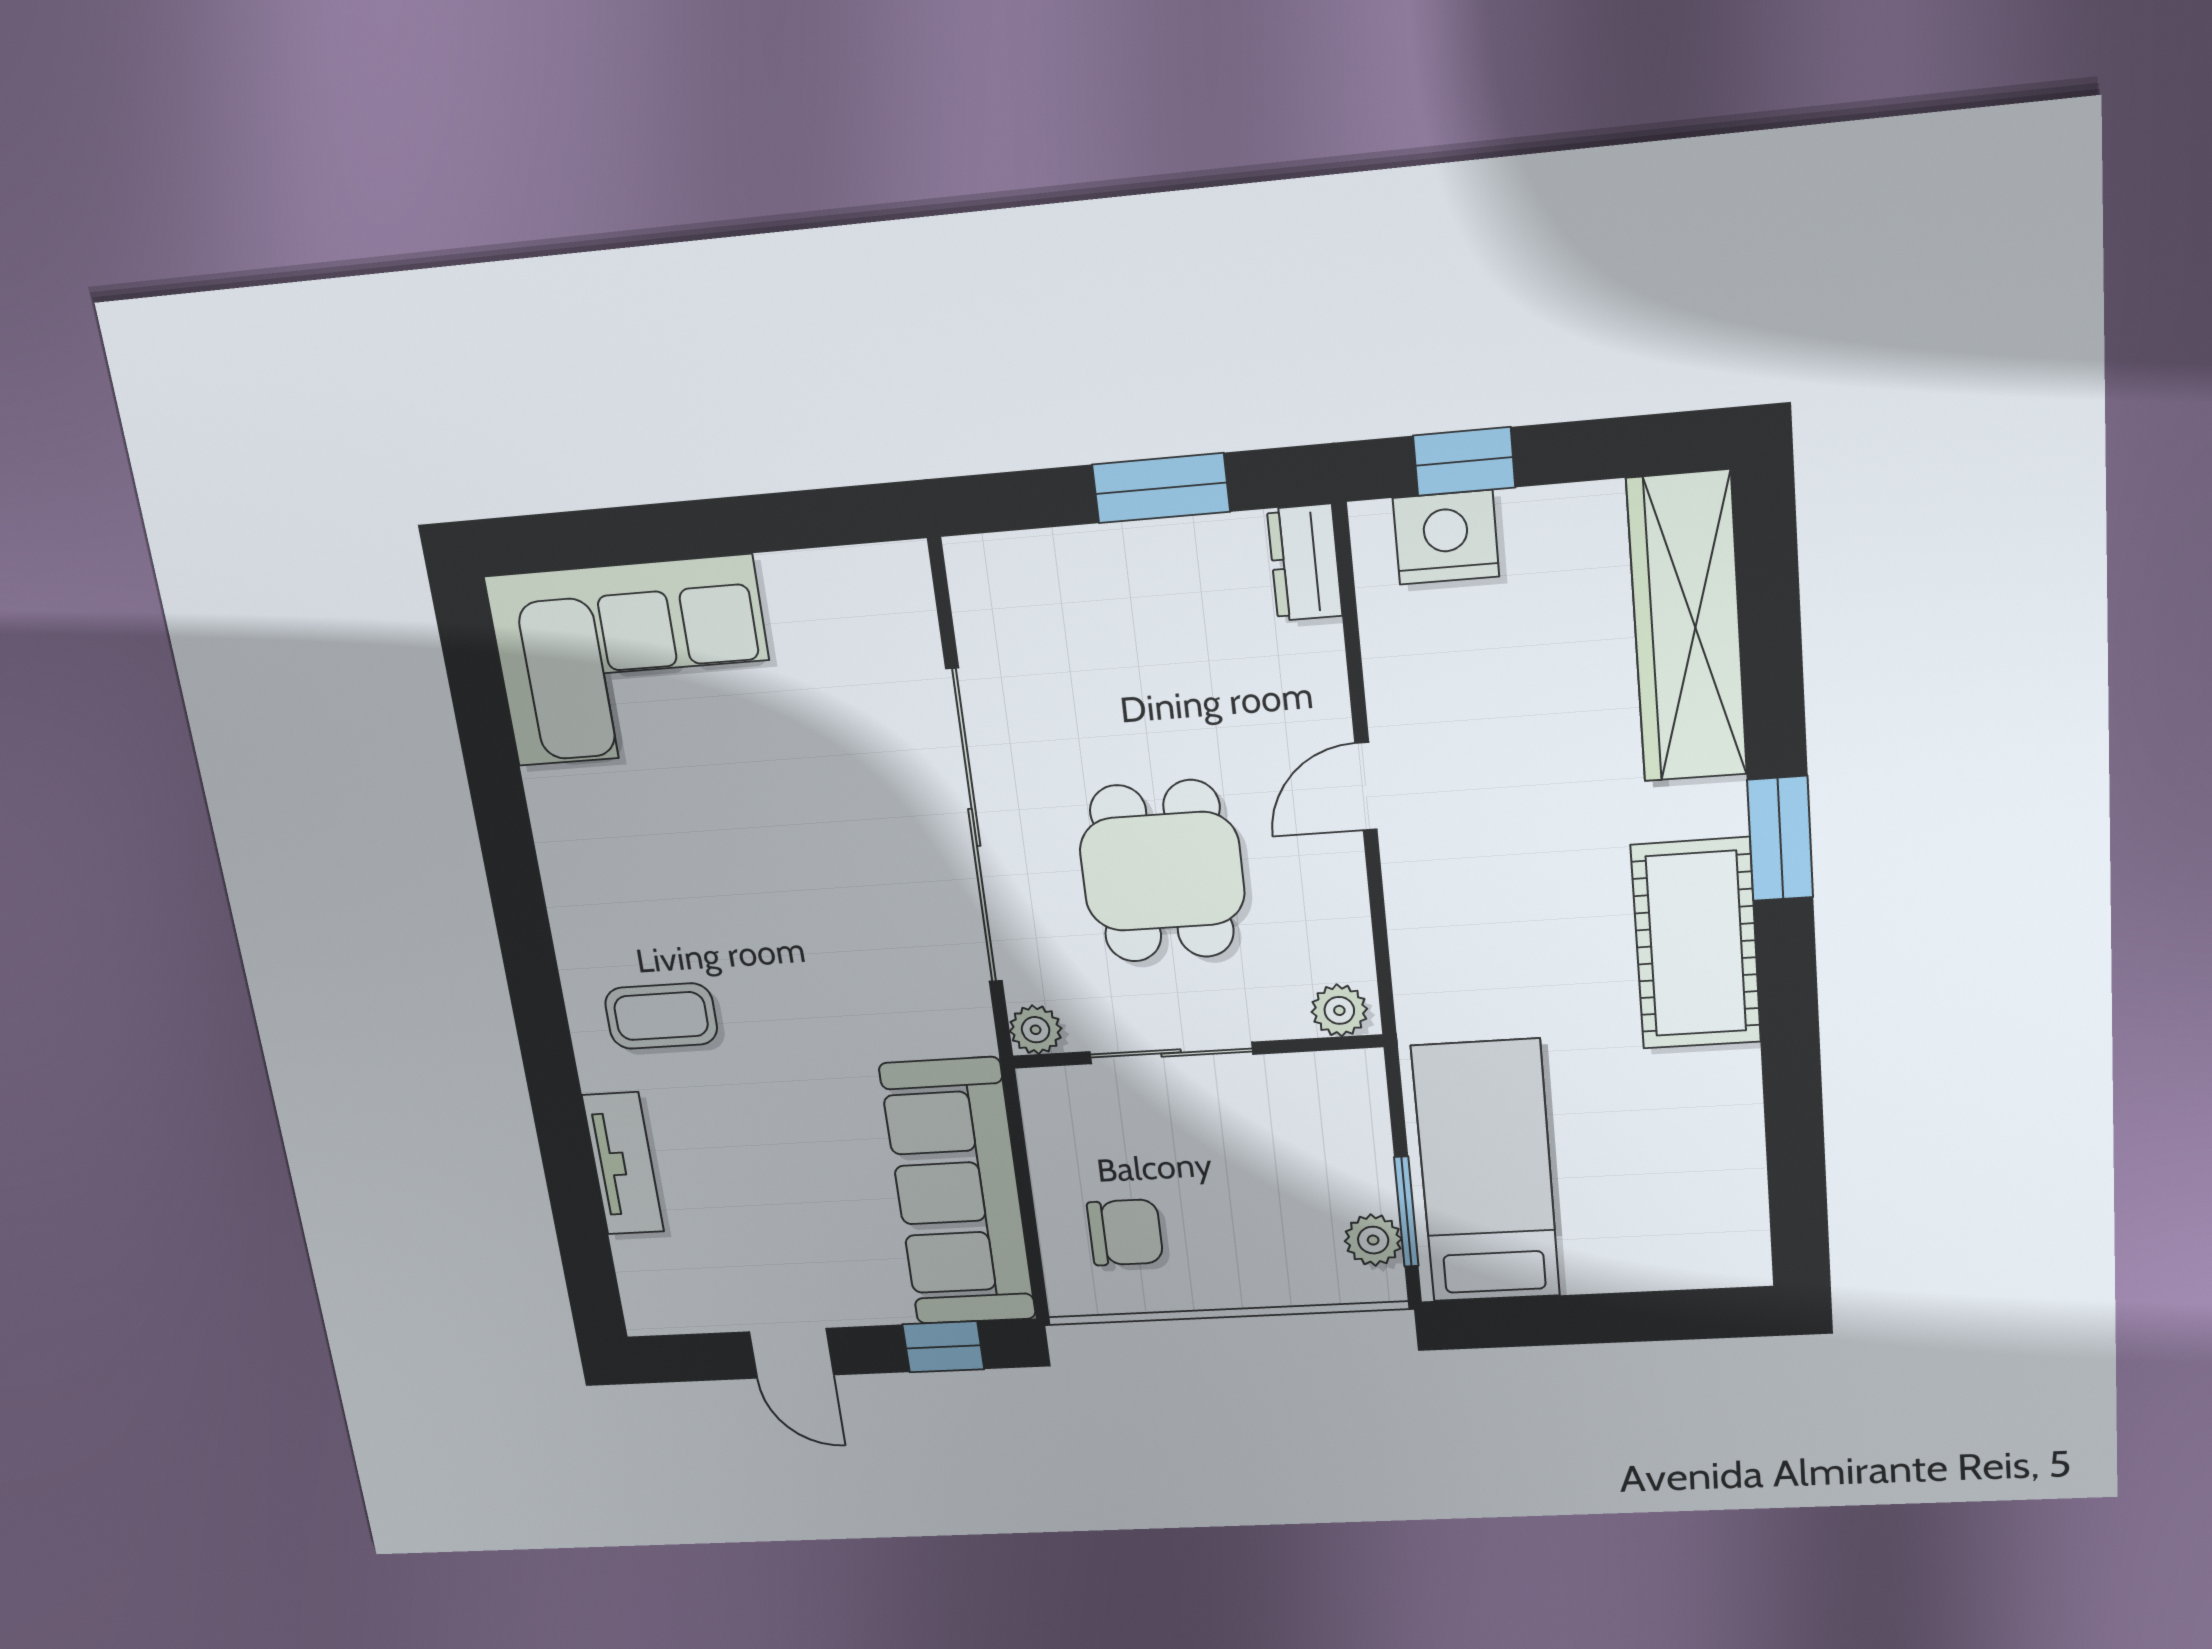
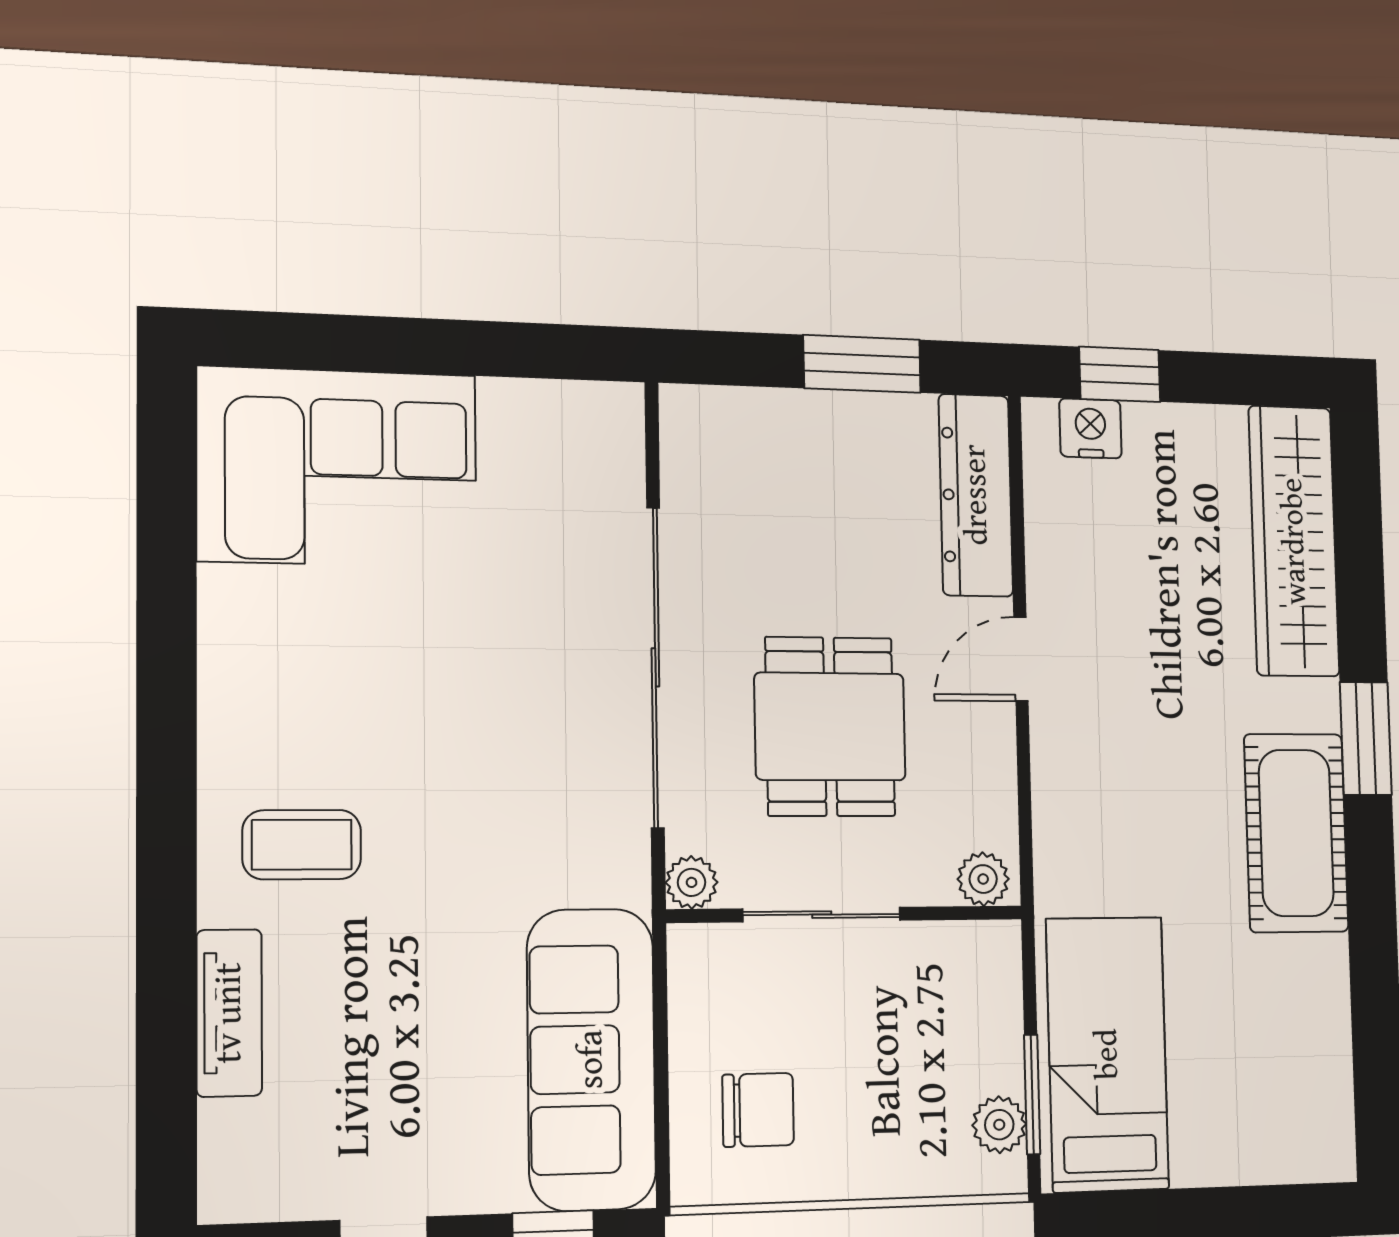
nightstand: (1446, 537) -> (1090, 428), width x0.74, depth x0.75
dresser: (1305, 563) -> (976, 495), width x1.96, depth x1.24

